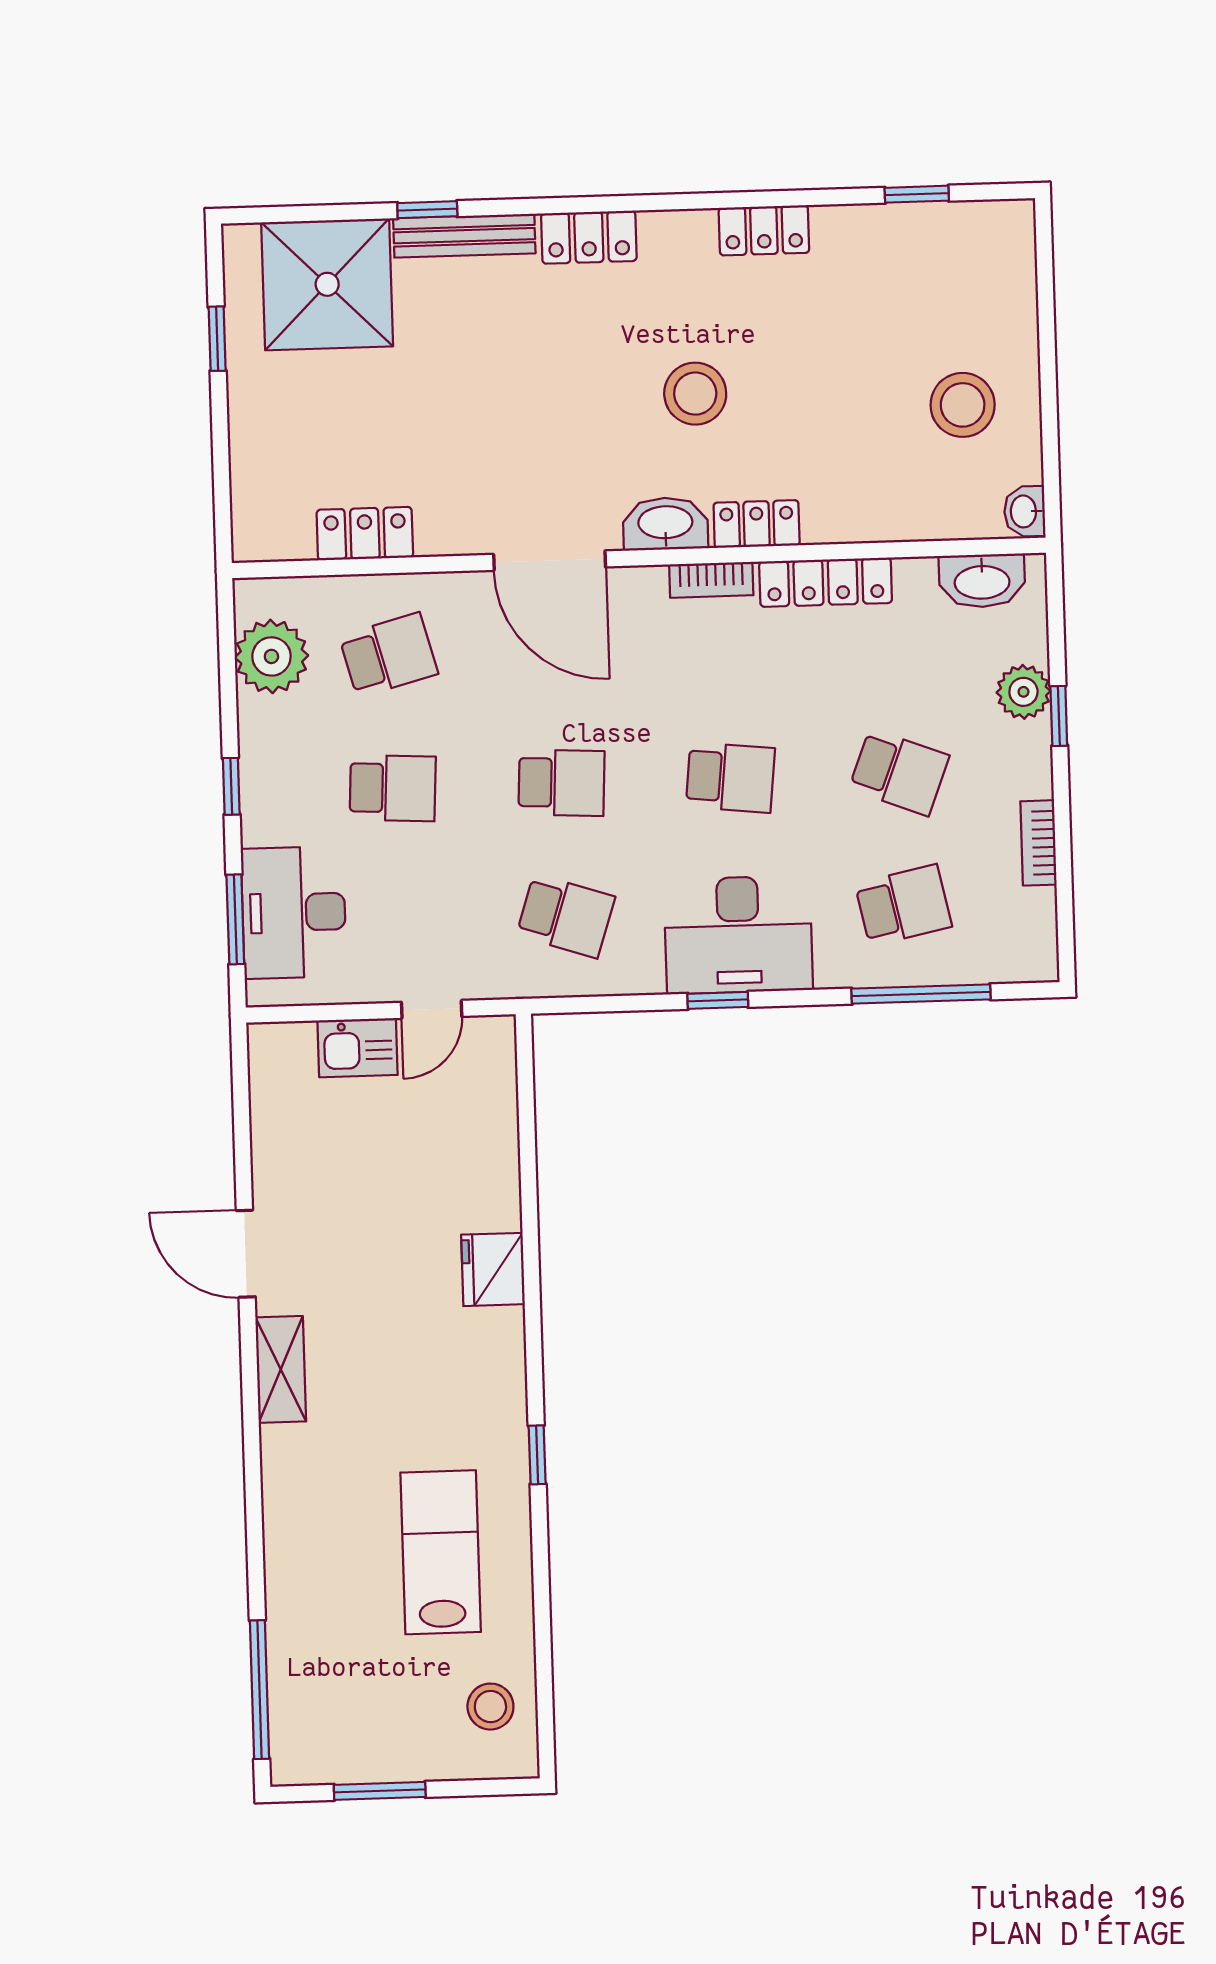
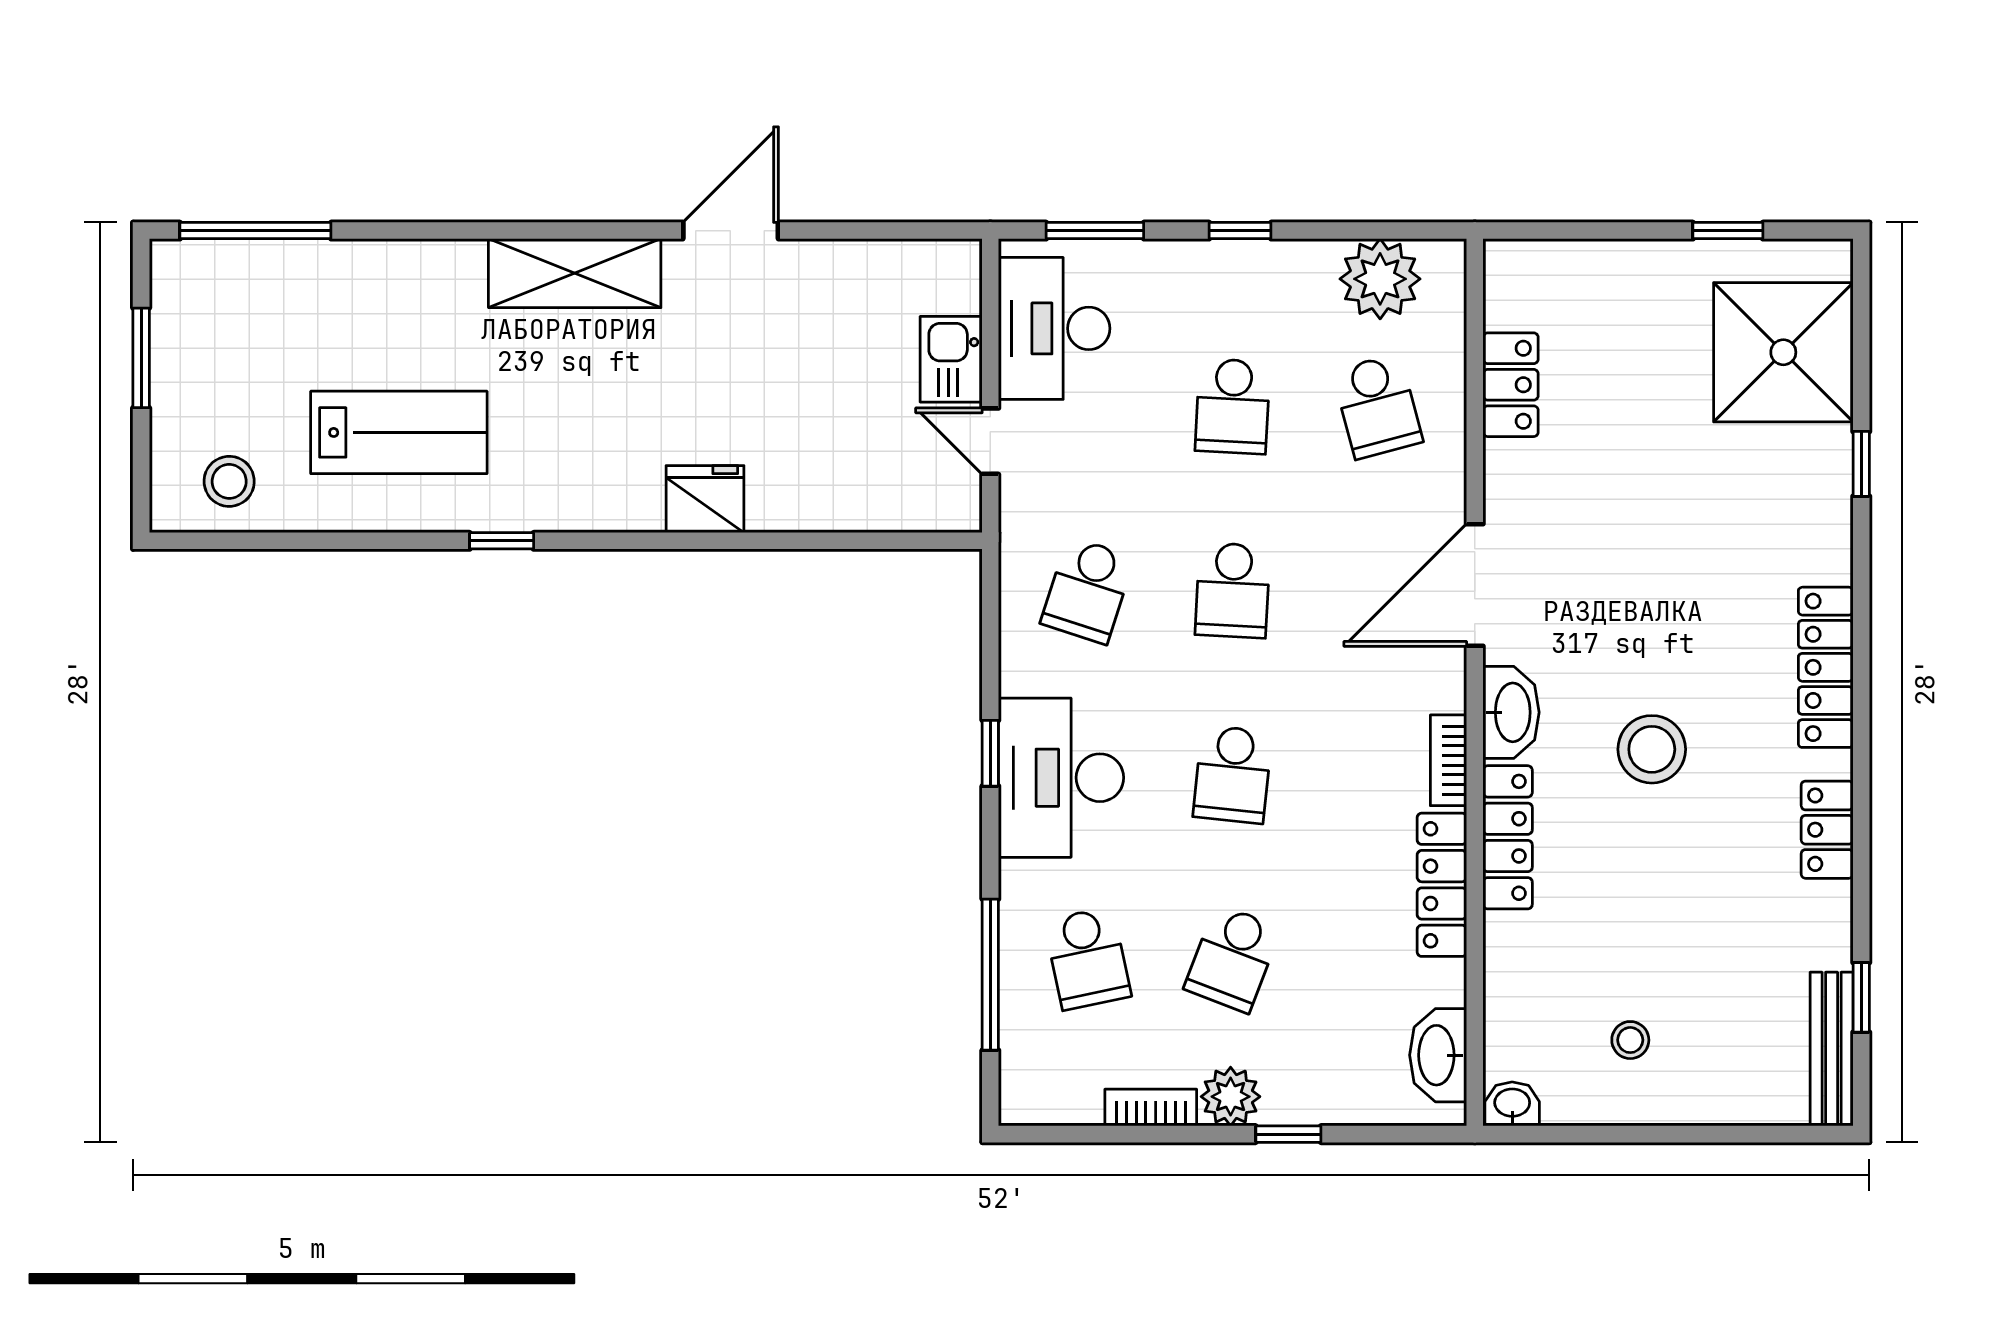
bench: (464, 236) -> (1832, 1049), moved
locker: (589, 237) -> (1826, 667), width x1.53
stool: (963, 405) -> (1630, 1040), width x0.53, depth x0.53
locker: (757, 524) -> (1508, 837), width x1.53
plant: (1023, 692) -> (1231, 1097), moved
desk: (294, 912) -> (1054, 328), moved, turned -90
shelving: (281, 1369) -> (575, 273), width x1.50, depth x1.33

